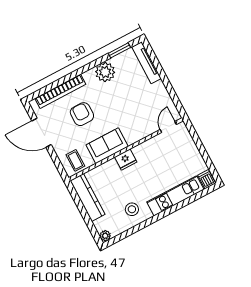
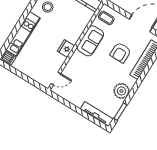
armchair: (82, 114) -> (120, 53), turned 90
door: (168, 127) -> (56, 79), hinge flipped
fridge: (126, 160) -> (66, 49), moved

